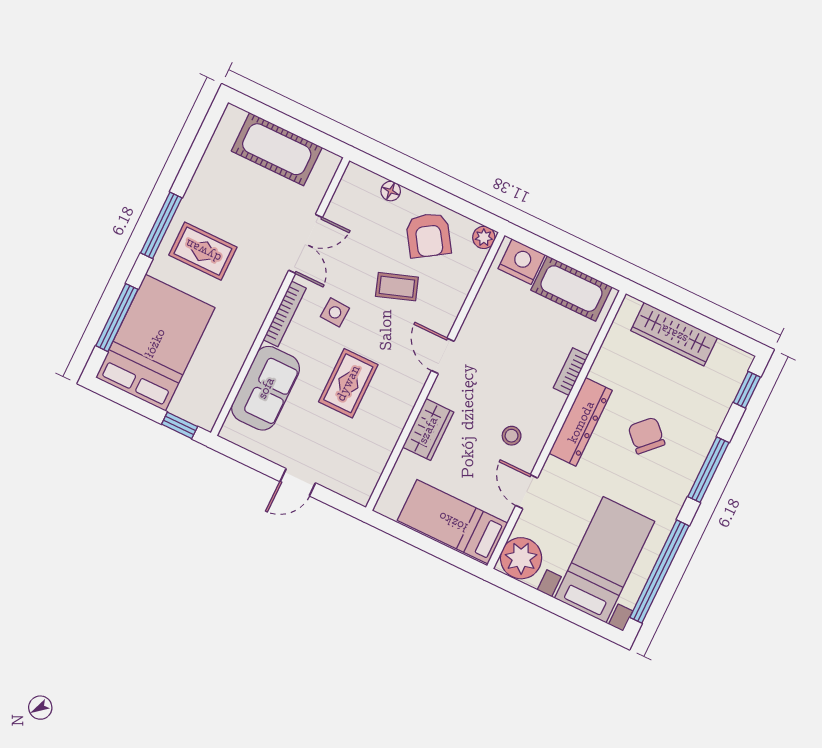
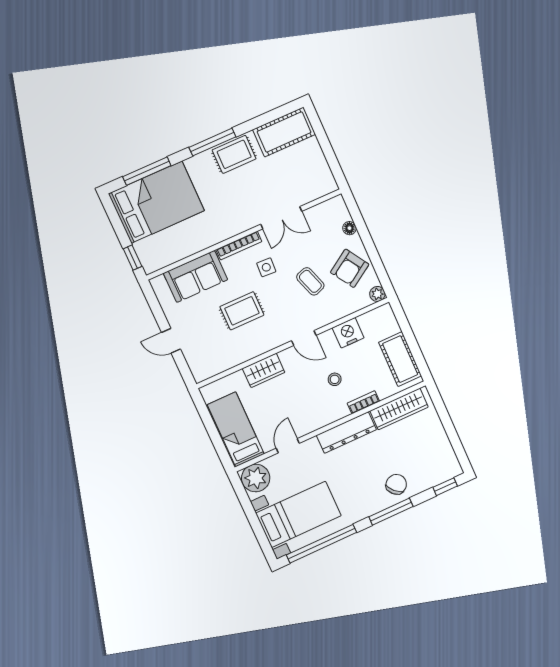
cot: (277, 149) -> (284, 132), moved, turned 90
rug: (203, 251) -> (234, 154), moved, turned 90
nightstand: (522, 262) -> (348, 333), moved, turned -90
wardrobe: (674, 334) -> (399, 409), moved, turned -90
door: (443, 356) -> (304, 338), swing flipped
chair: (646, 435) -> (396, 484), moved
stool: (512, 436) -> (335, 379), moved

